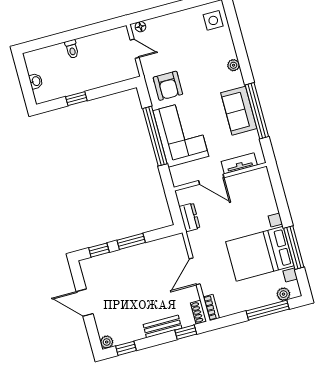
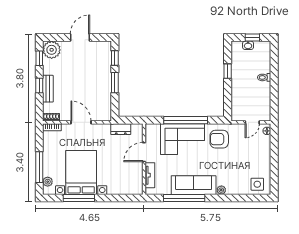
window: (24, 78) -> (252, 37), added
sofa: (239, 111) -> (194, 185), width x1.36
window: (186, 332) -> (39, 86), moved
plant: (107, 342) -> (52, 50), width x1.88, depth x1.88

